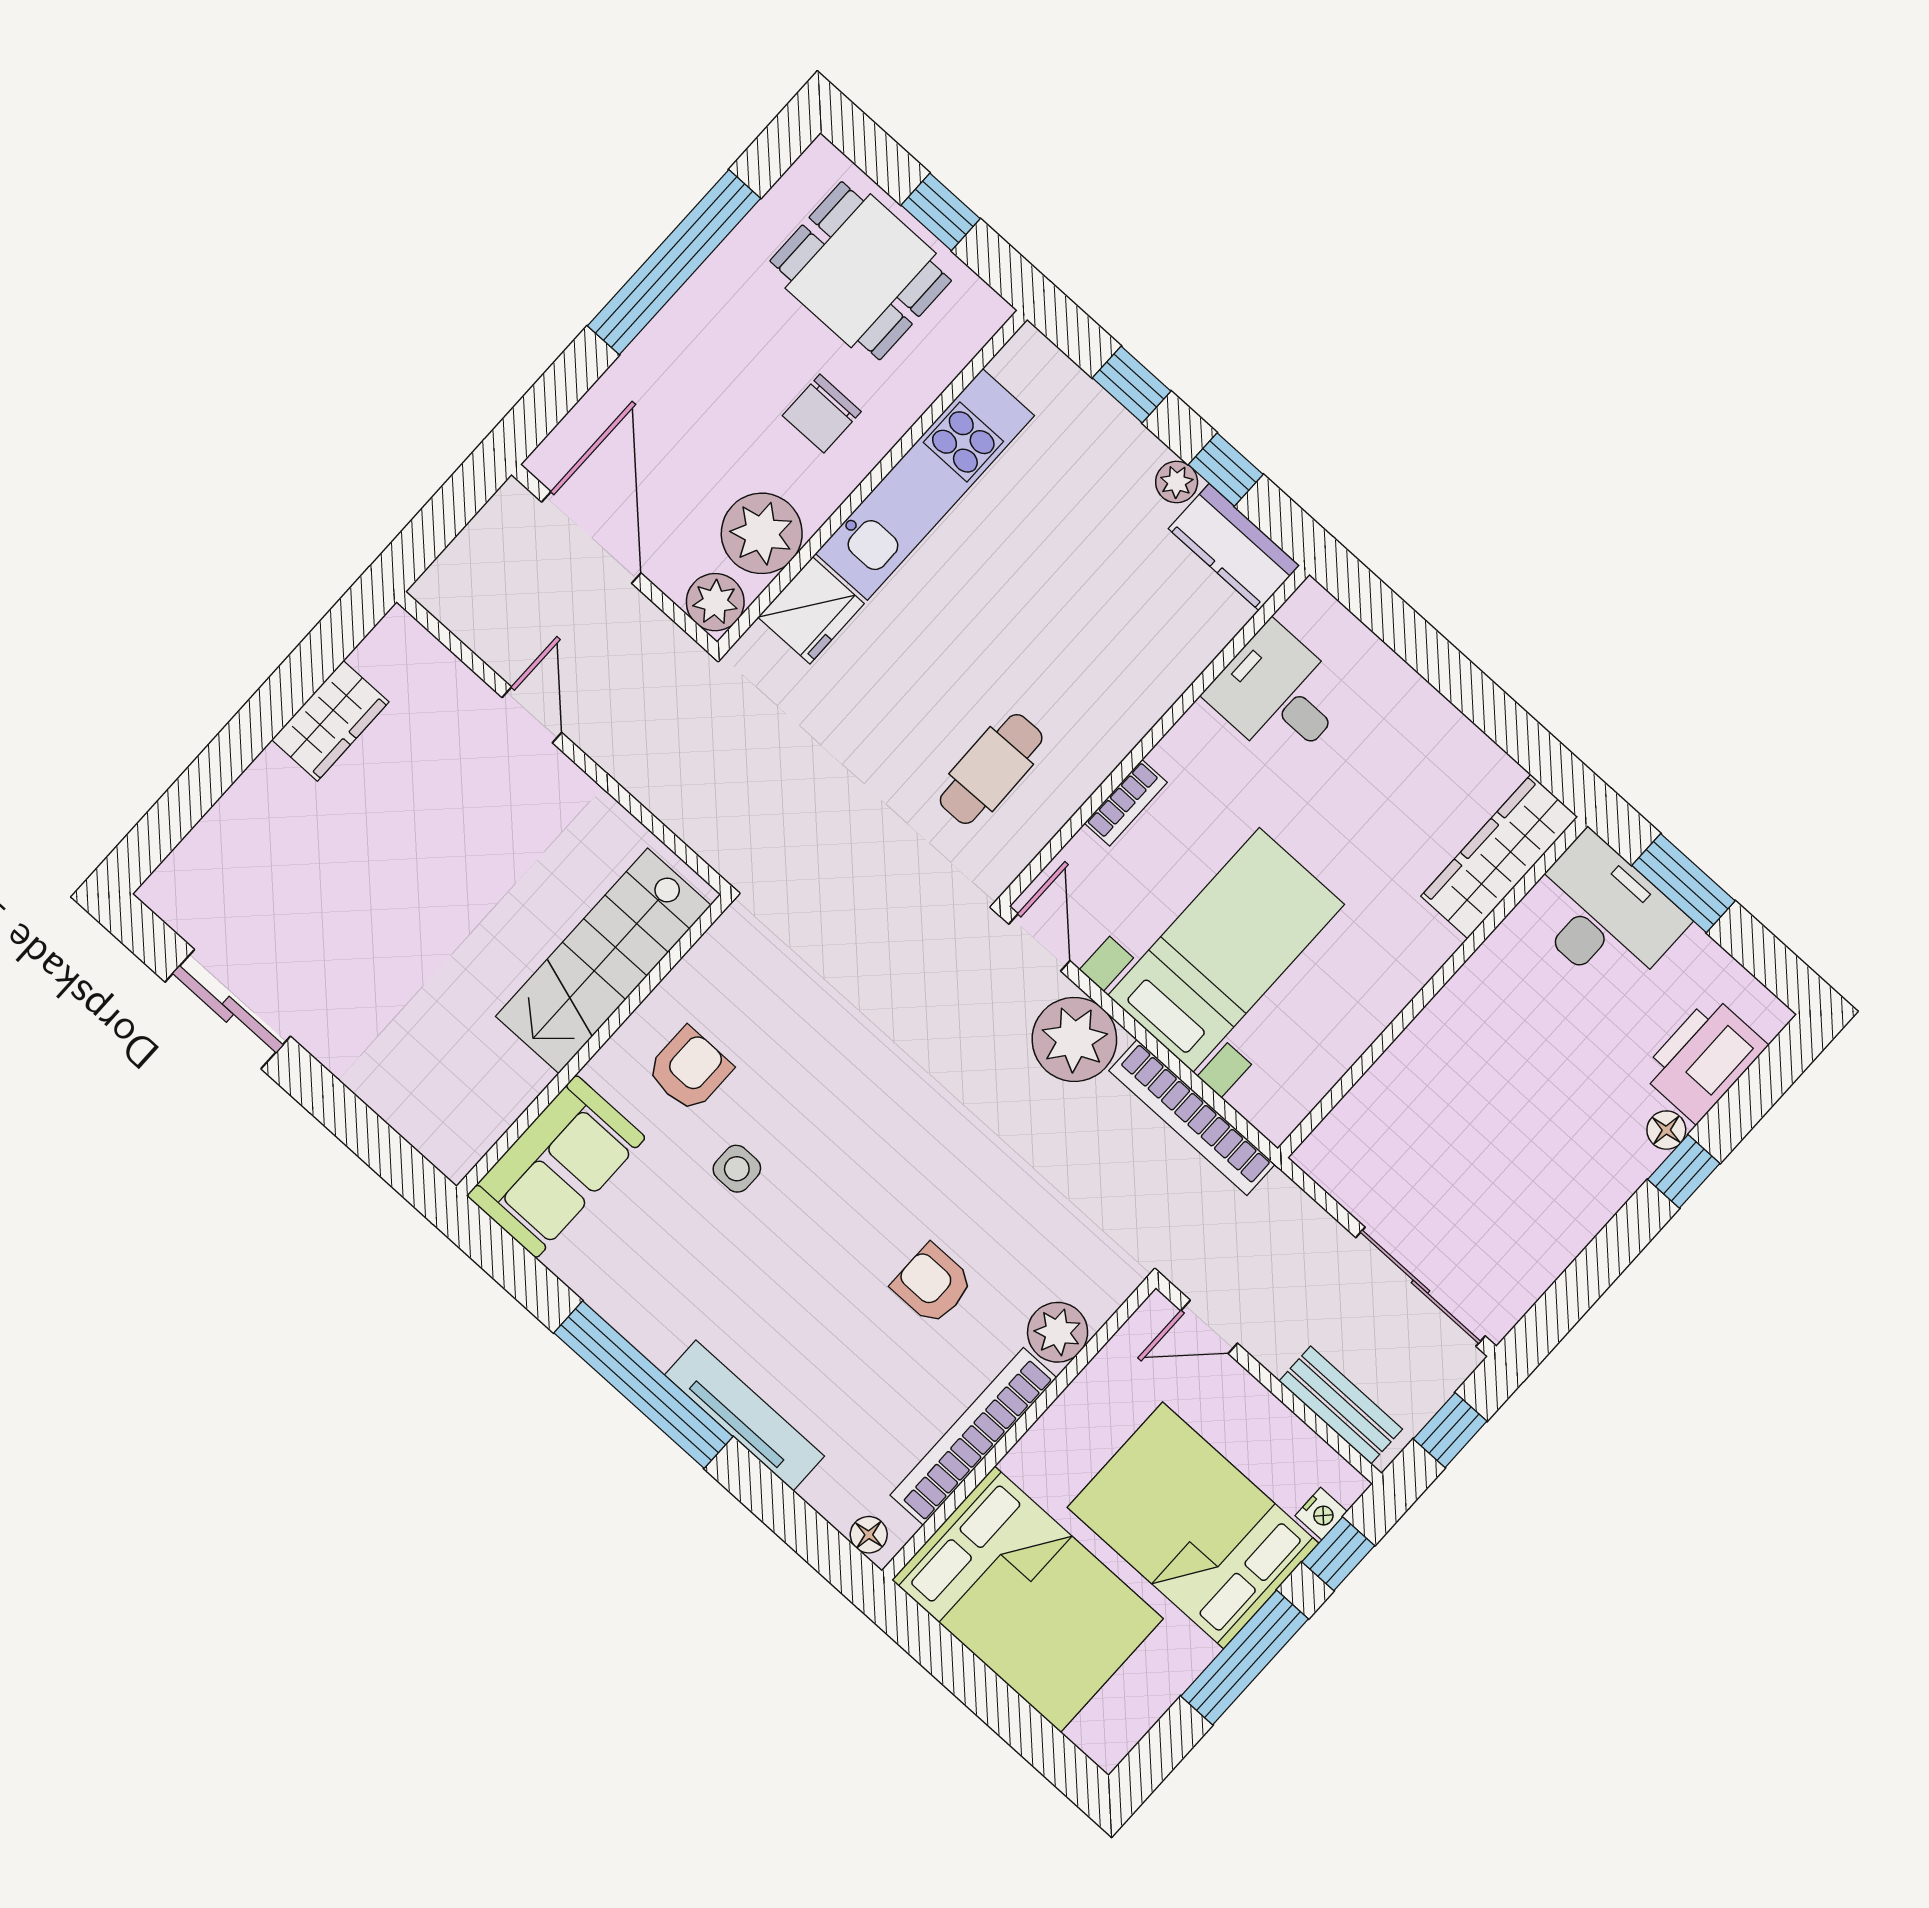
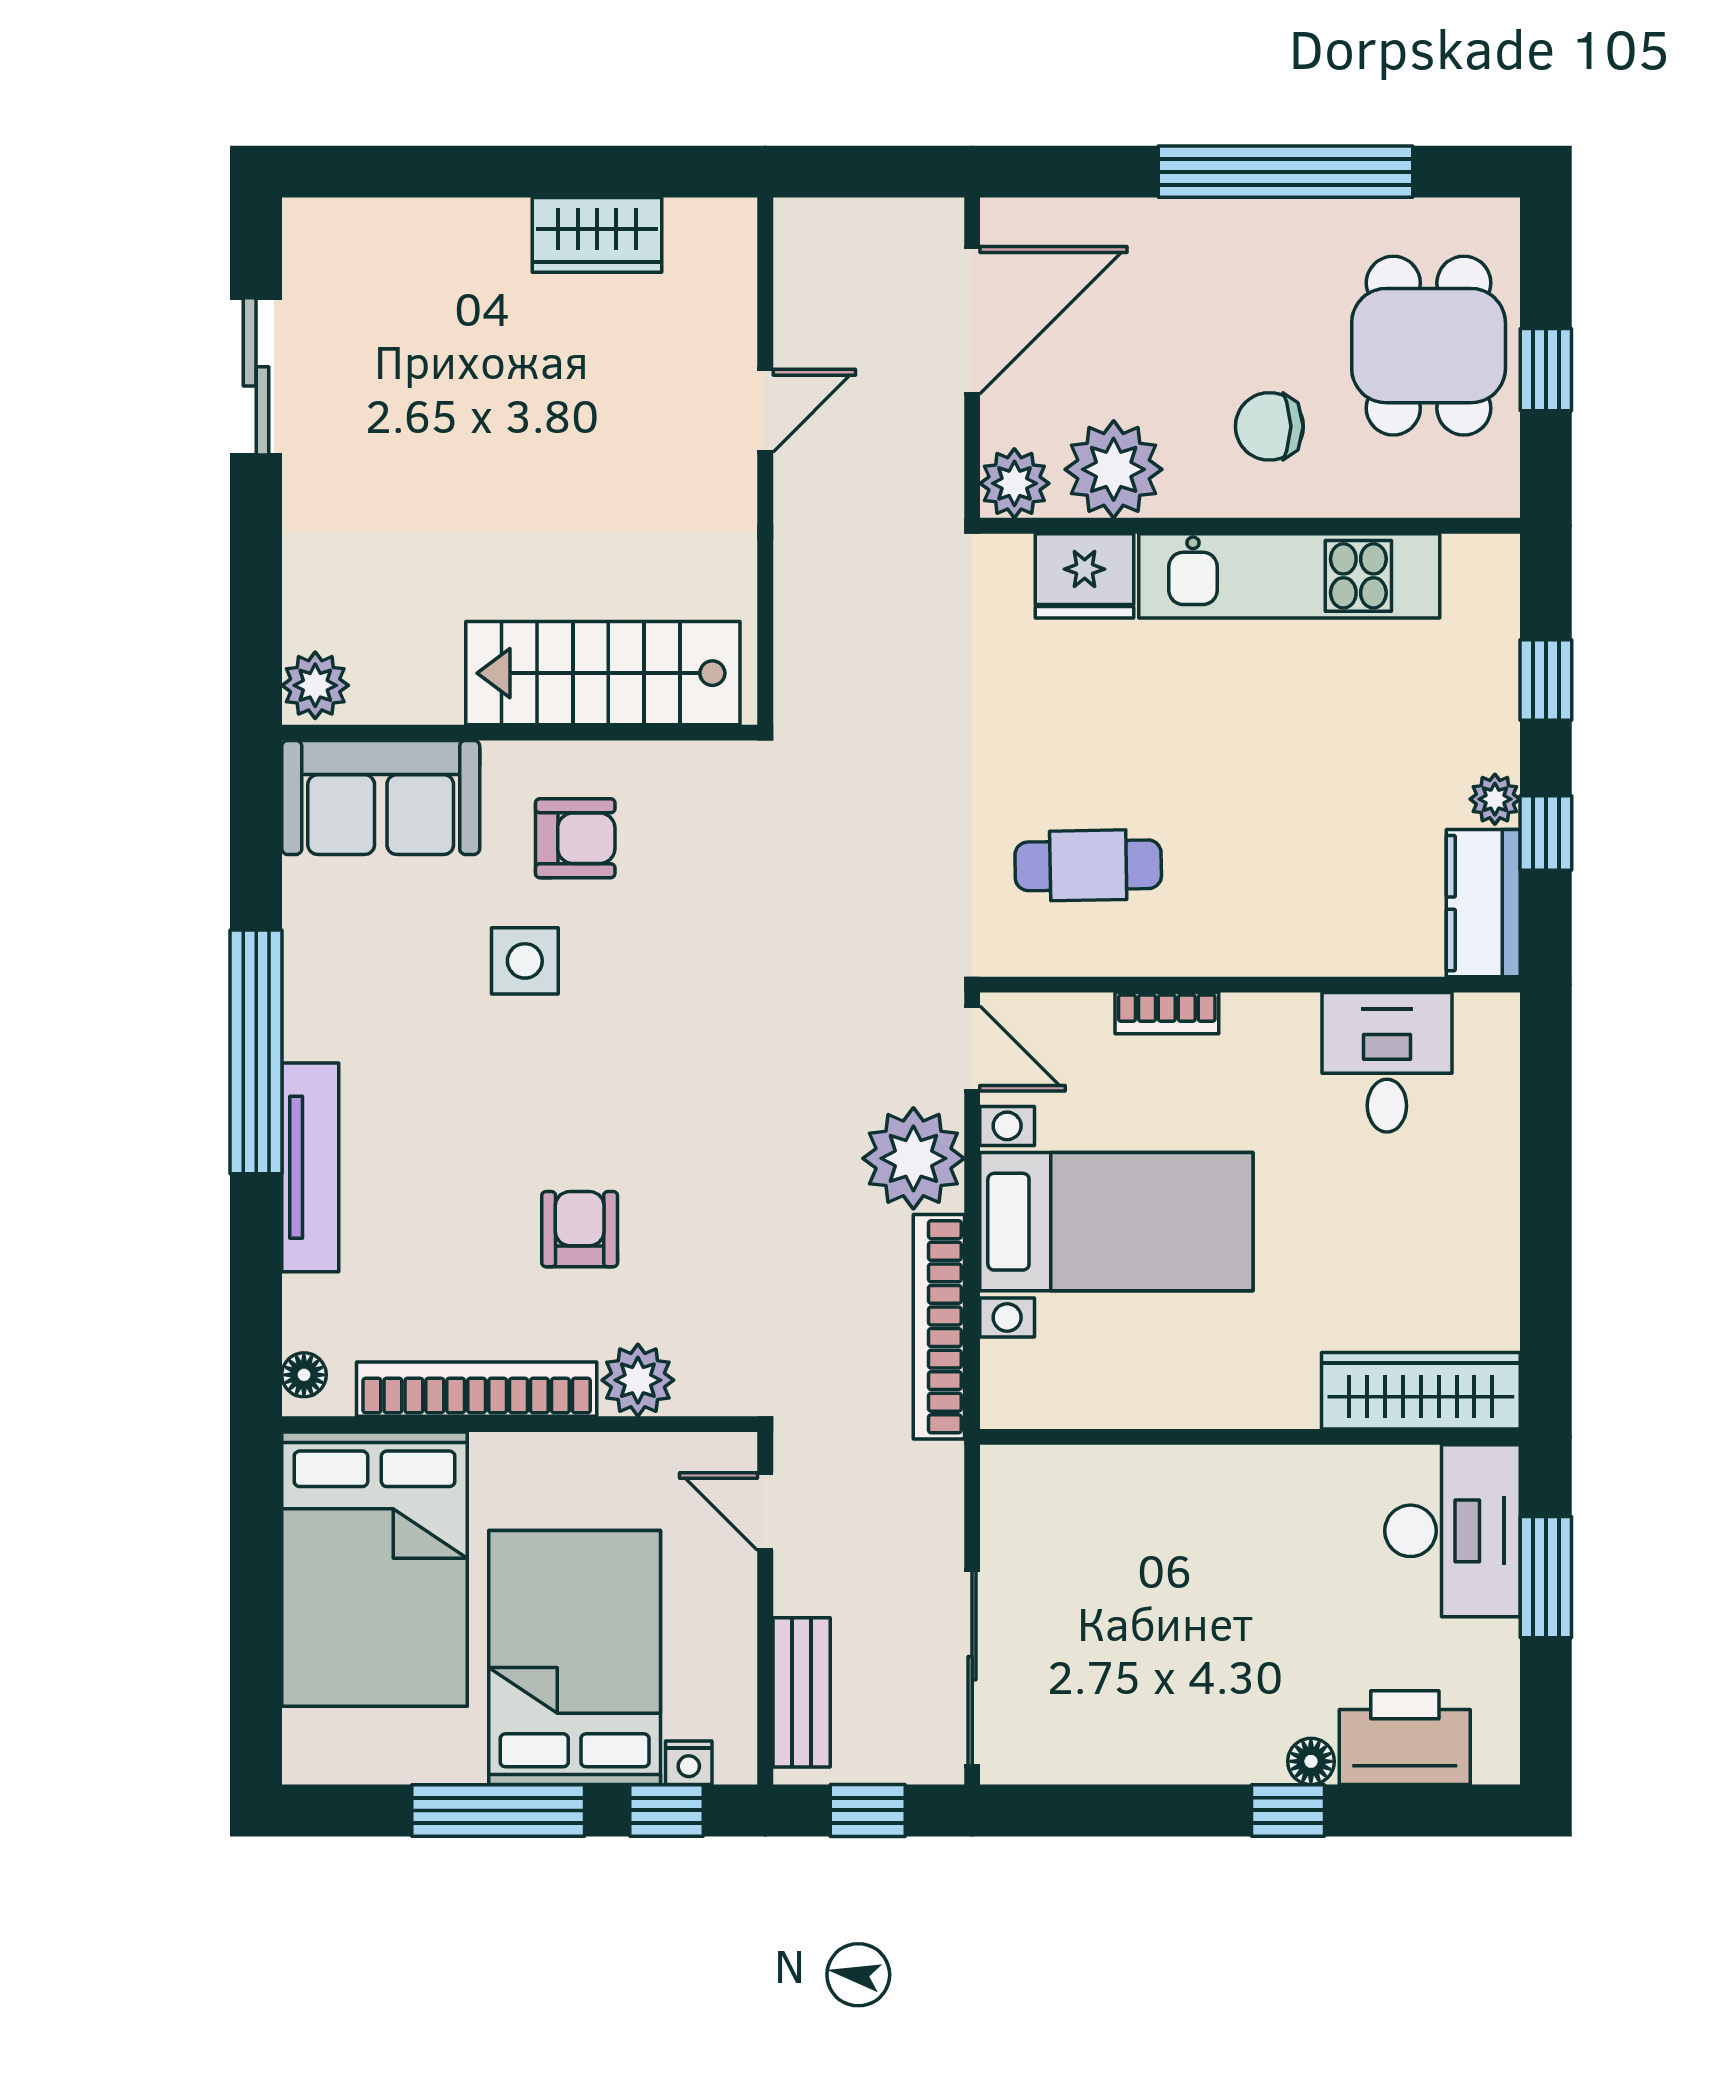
door: (1039, 942) -> (972, 1049), hinge flipped
plant: (451, 1144) -> (315, 685), added
side table: (737, 1169) -> (525, 961), width x1.37, depth x1.37

